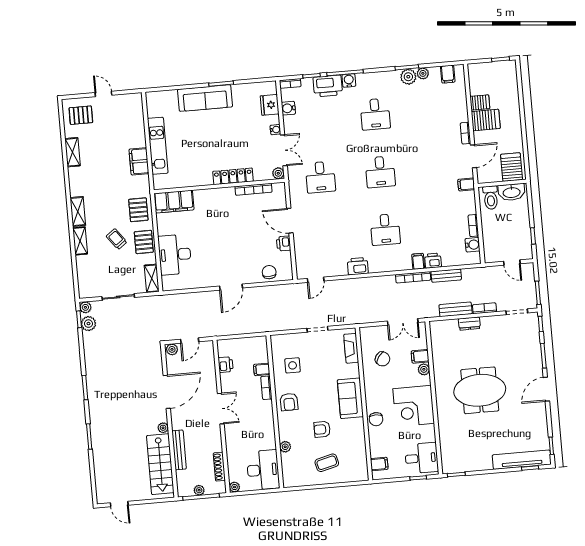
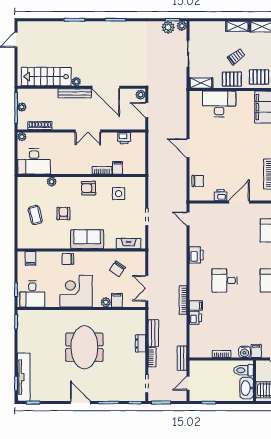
water cooler: (473, 245) -> (245, 352), moved
bench: (446, 276) -> (182, 358), moved
bench: (179, 450) -> (75, 93), moved

